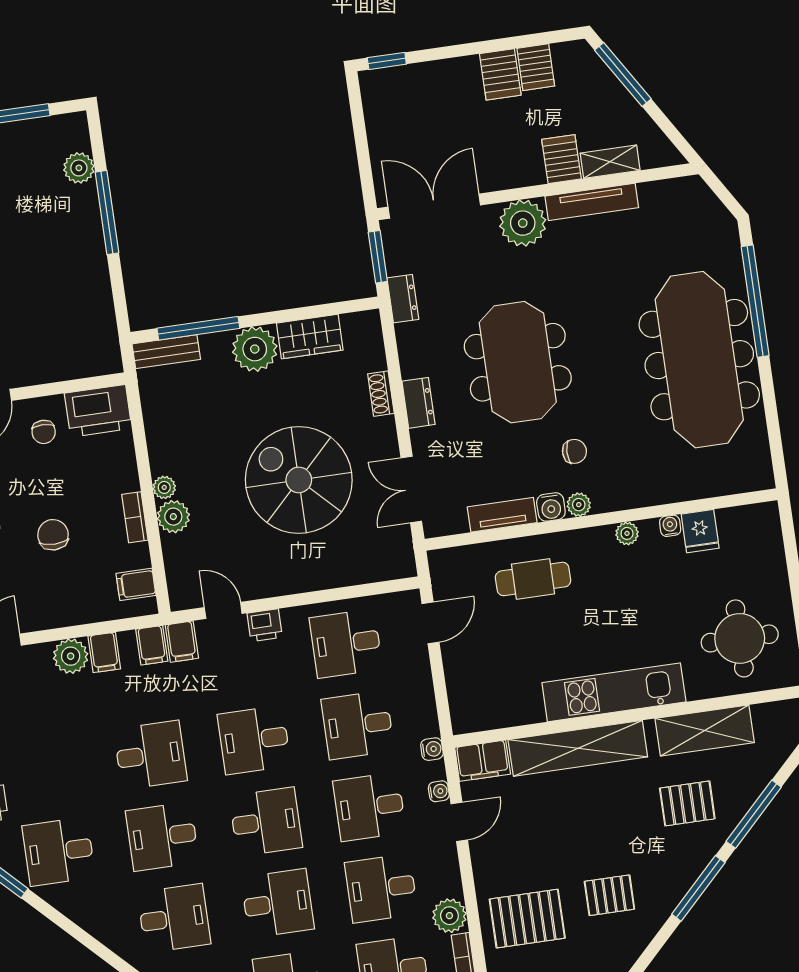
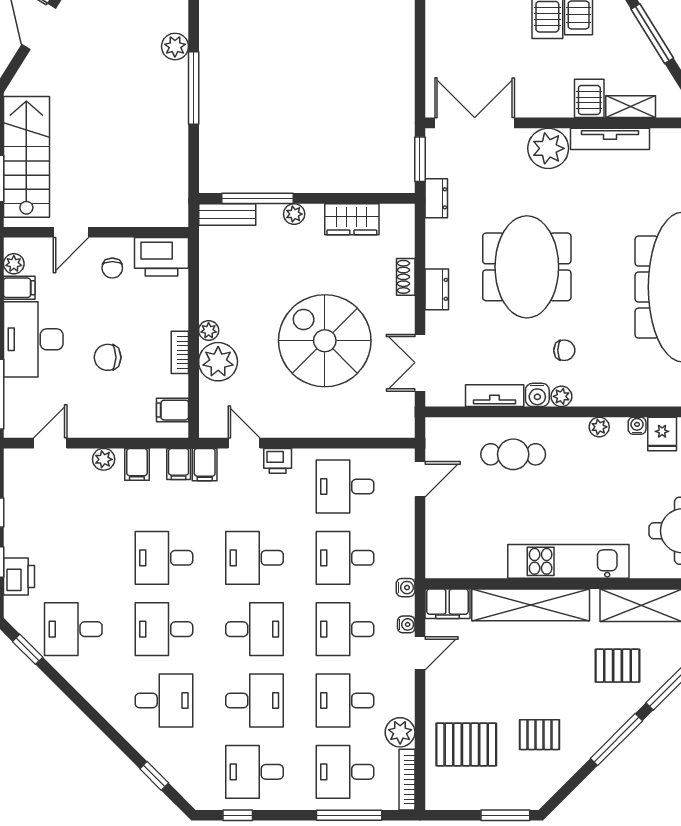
plant: (255, 349) -> (294, 214), width x0.53, depth x0.53
plant: (173, 517) -> (218, 362), width x1.36, depth x1.36
chair: (53, 535) -> (108, 357), turned -90
plant: (71, 656) -> (104, 459), width x0.73, depth x0.73
desk: (150, 755) -> (164, 558), turned 180

